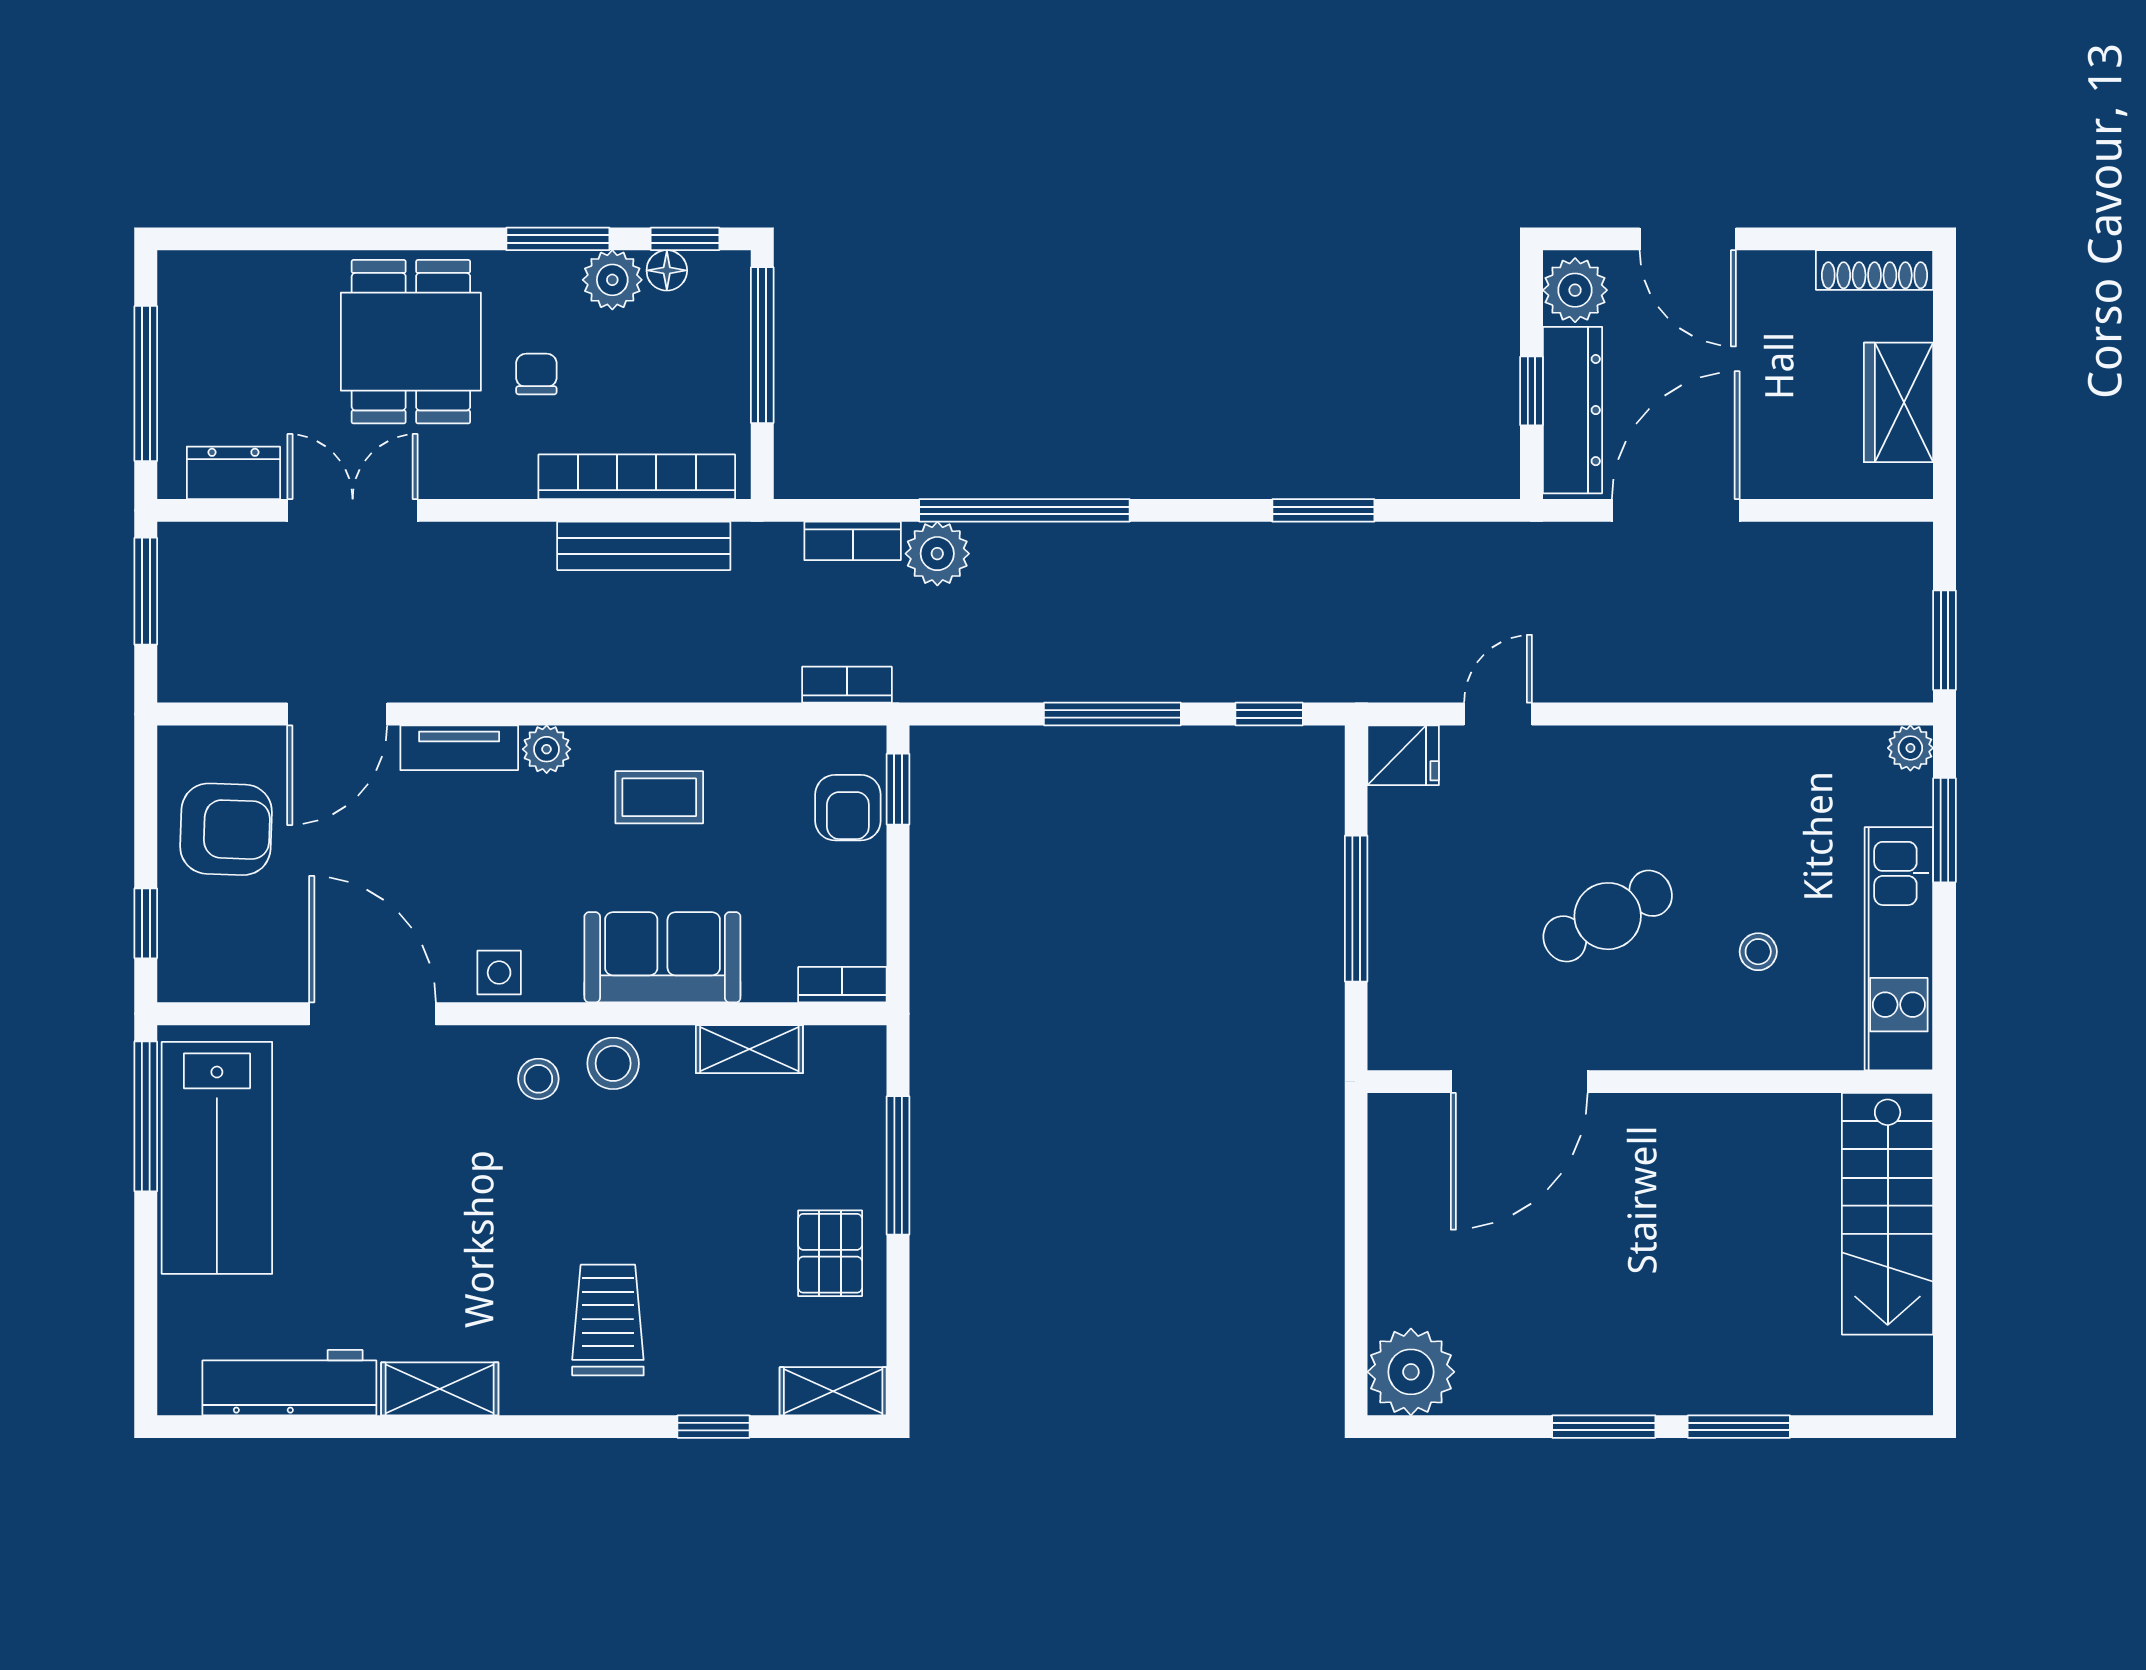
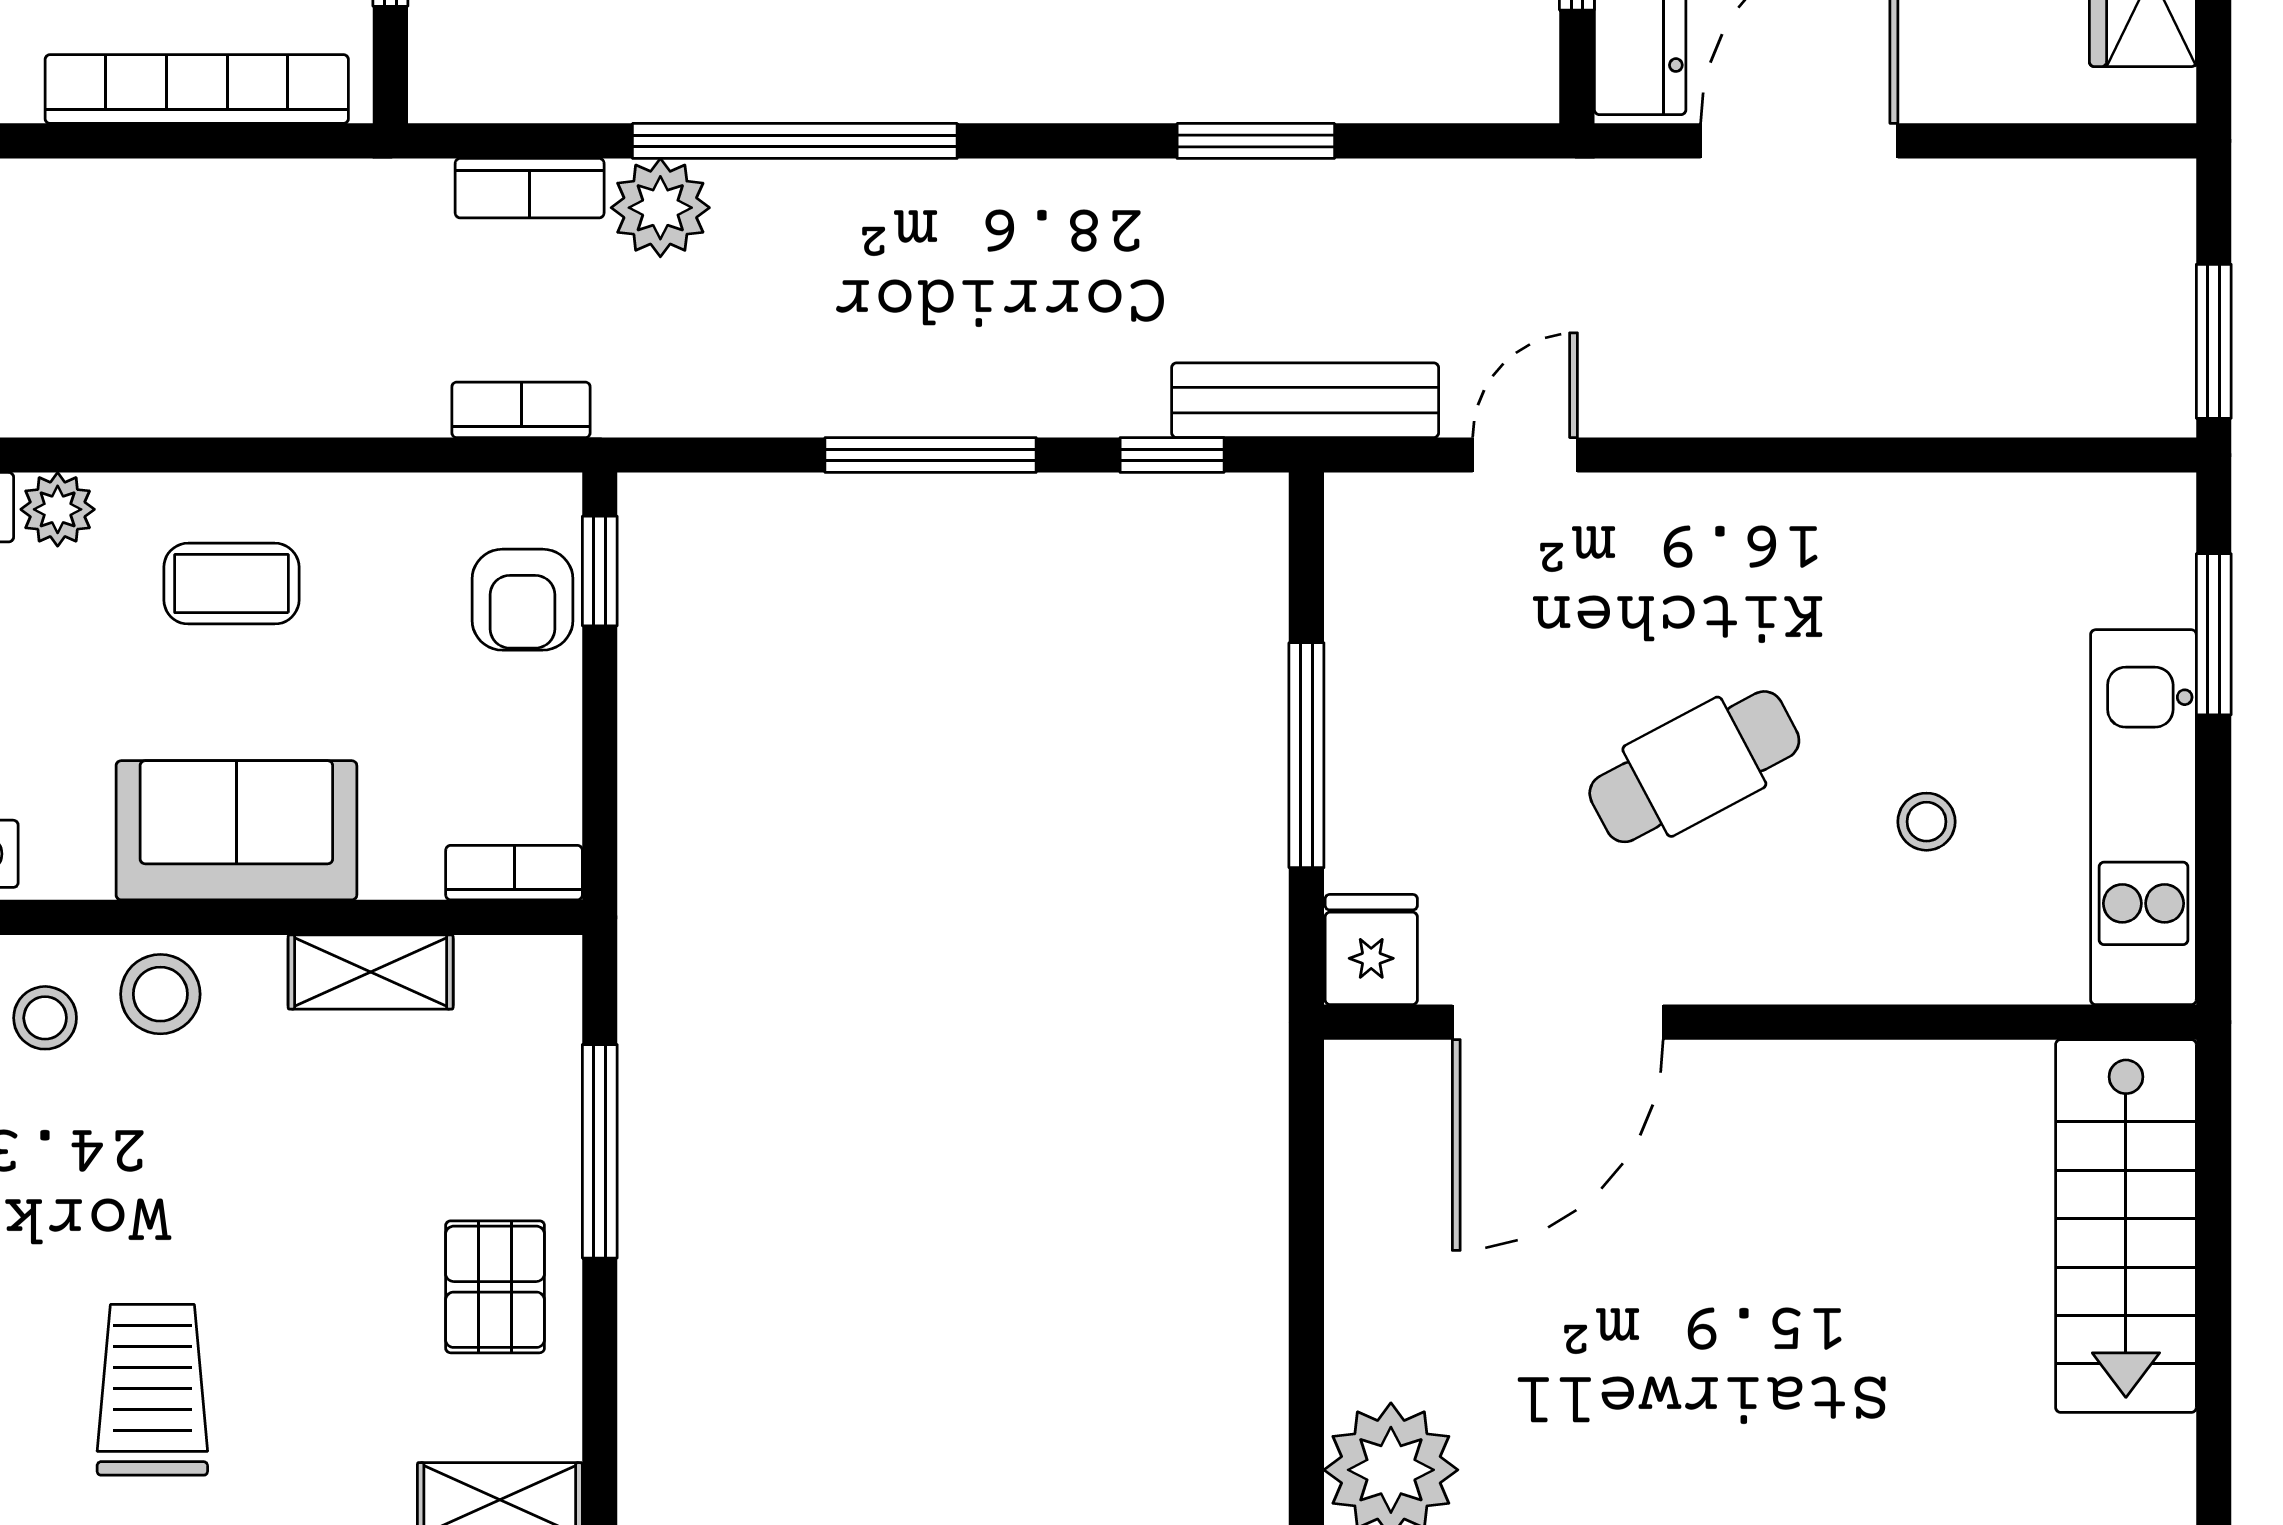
bench: (644, 546) -> (1305, 400), moved
plant: (1910, 748) -> (2161, 508), removed
fridge: (1403, 755) -> (1371, 950), moved, turned -90

